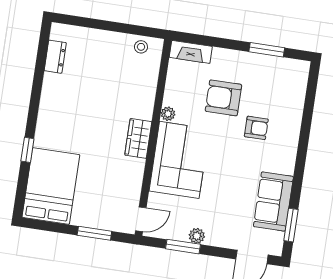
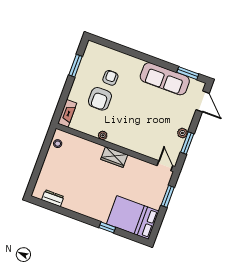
armchair: (256, 128) -> (110, 78), moved
corner sofa: (179, 160) -> (133, 134), removed
sofa: (273, 202) -> (165, 79), width x1.36

